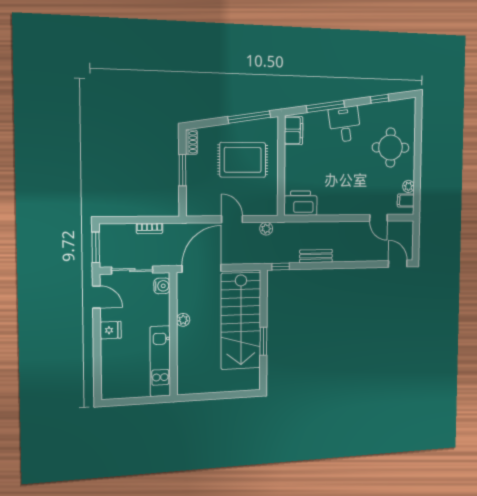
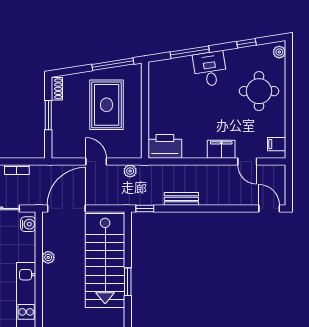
filing cabinet: (294, 130) -> (221, 149), moved, turned -90
rug: (243, 160) -> (107, 105), turned 90
plant: (408, 186) -> (279, 52), moved

